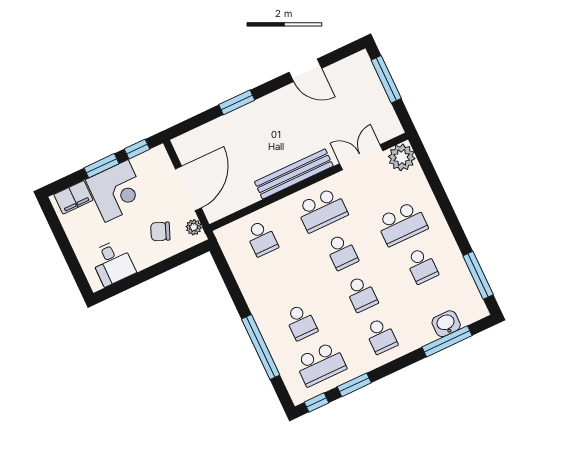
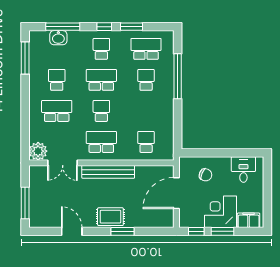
rug: (262, 115) -> (110, 217), added
plant: (194, 227) -> (184, 168), removed
school desk: (361, 294) -> (101, 80), width x1.85
window: (317, 402) -> (104, 27), moved

